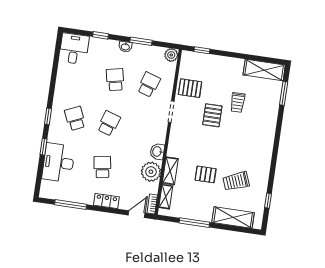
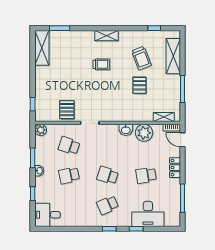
trolley: (238, 102) -> (101, 64), moved
pallet: (212, 115) -> (88, 87), removed
shelving: (170, 171) -> (106, 36), moved

